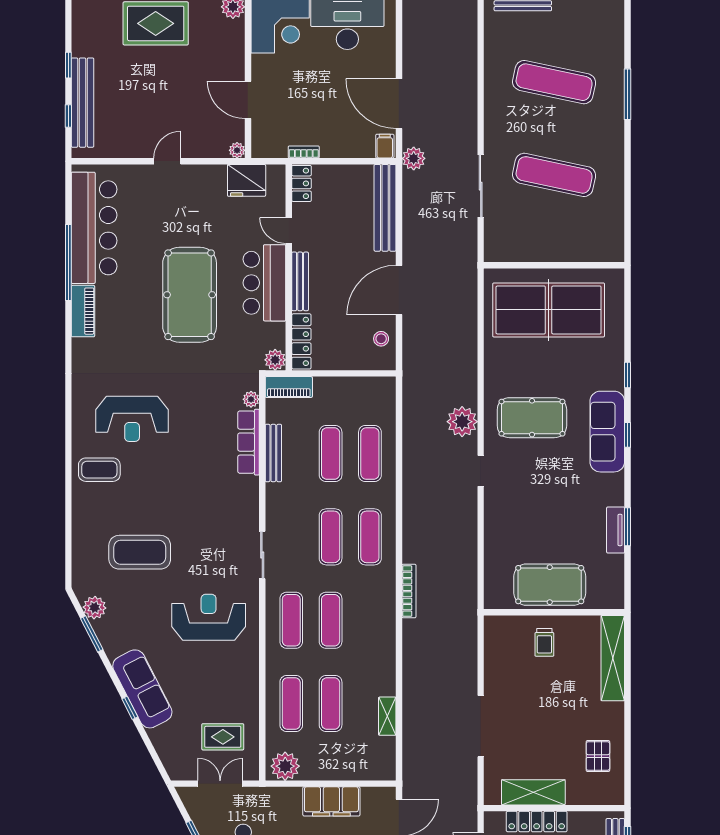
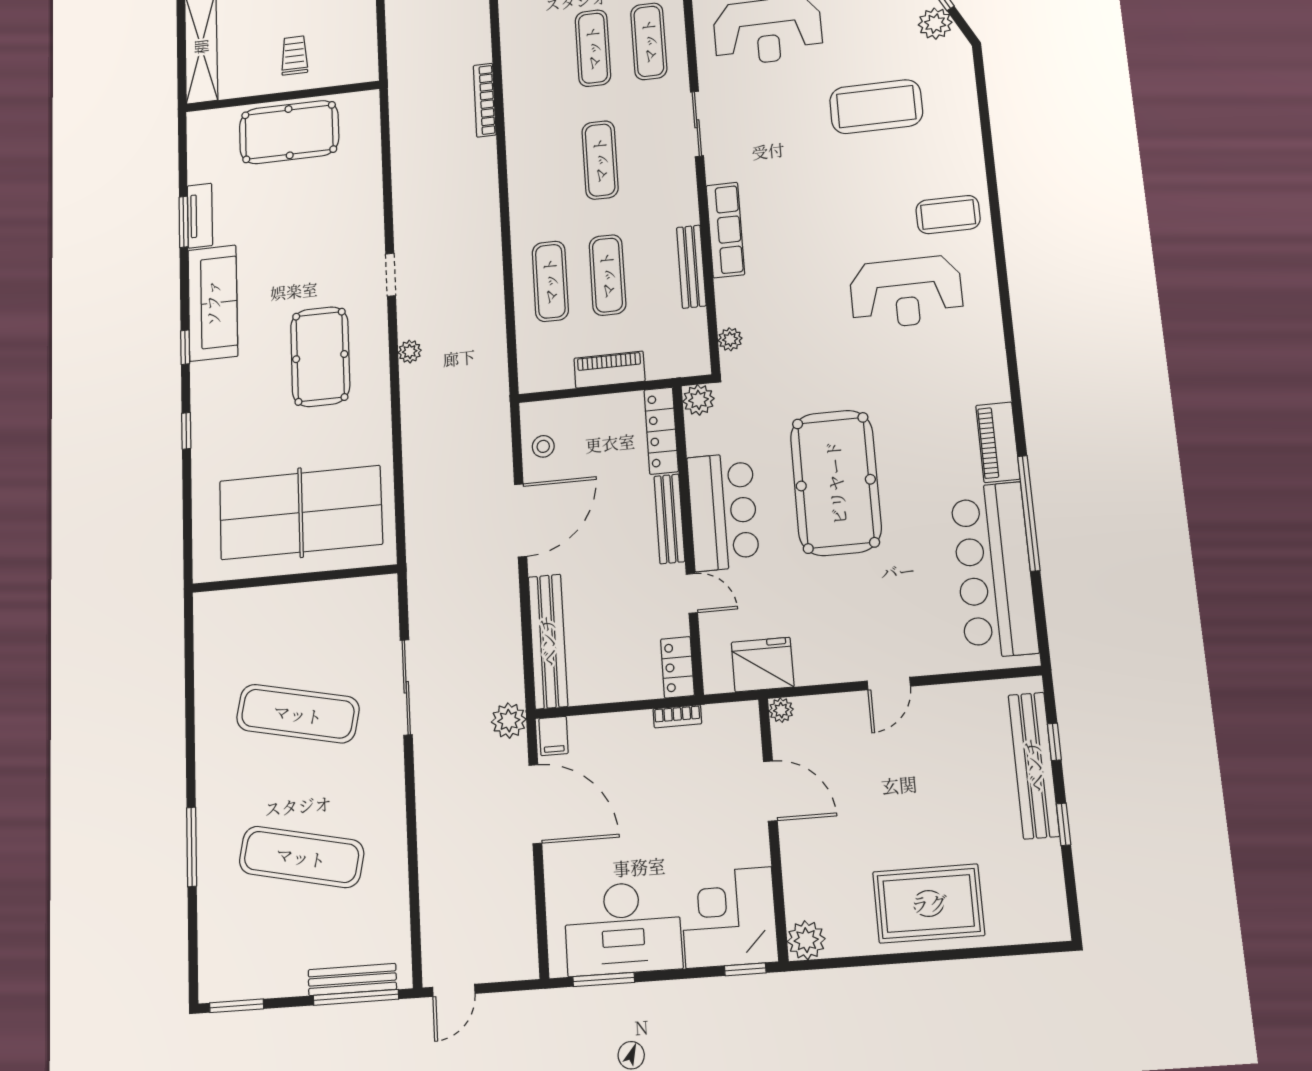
piano: (289, 387) -> (609, 370), moved
pool table: (532, 418) -> (320, 357), turned 90
reception desk: (132, 419) -> (906, 292), turned 180
plant: (462, 422) -> (410, 351), width x0.53, depth x0.53
sofa: (607, 432) -> (213, 303), moved
row of seats: (248, 442) -> (725, 230), moved
exercise mat: (370, 537) -> (544, 167), removed

